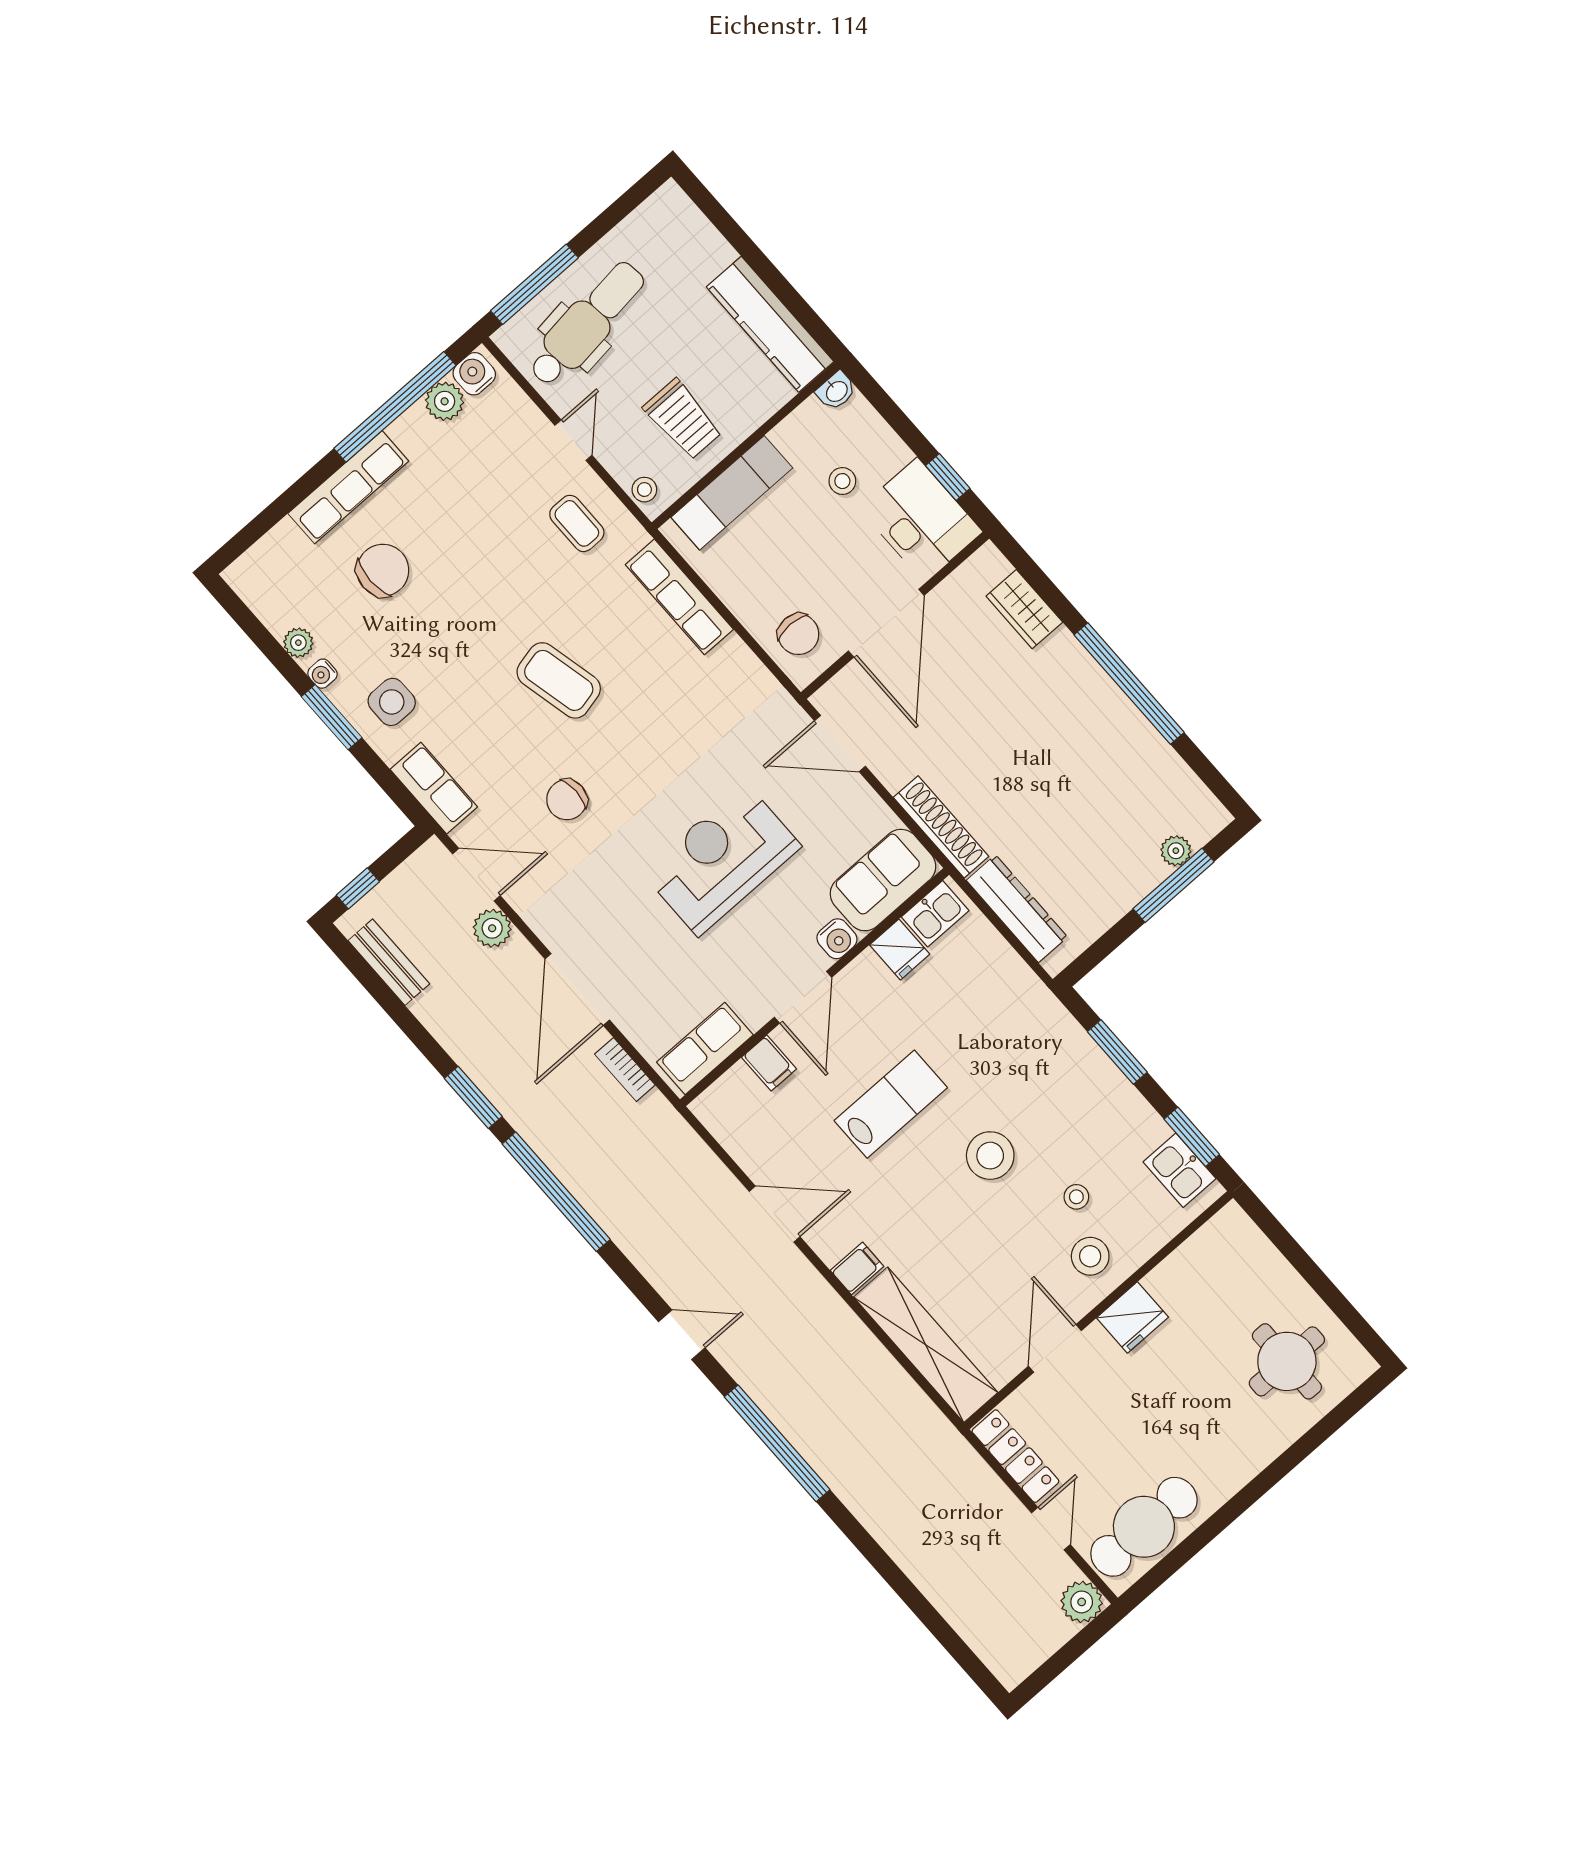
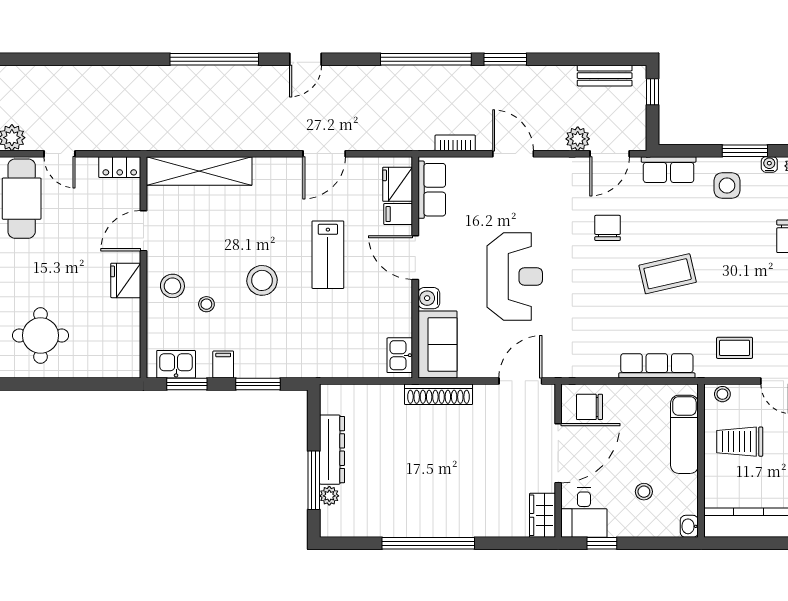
desk: (921, 520) -> (584, 513), width x0.73
wardrobe: (1024, 609) -> (542, 515), moved, turned -90
door: (886, 623) -> (558, 453), swing flipped
dresser: (1017, 909) -> (332, 450), moved, turned -90
fridge: (900, 949) -> (398, 184), moved, width x1.38
door: (577, 989) -> (513, 154), width x0.73
filing cabinet: (857, 1268) -> (223, 365), moved, turned 180
door: (1055, 1348) -> (143, 231), swing flipped
locker: (1015, 1456) -> (120, 167), width x0.66

